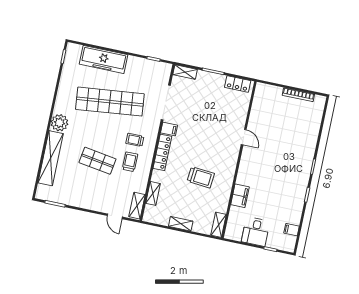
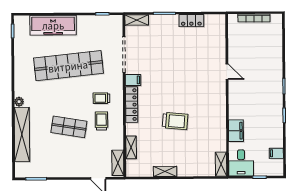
plant: (59, 123) -> (19, 102), width x0.53, depth x0.53
door: (244, 137) -> (227, 72), moved
wall: (239, 160) -> (227, 95), moved
filing cabinet: (240, 196) -> (236, 131), moved
shelving: (219, 225) -> (221, 164), moved

